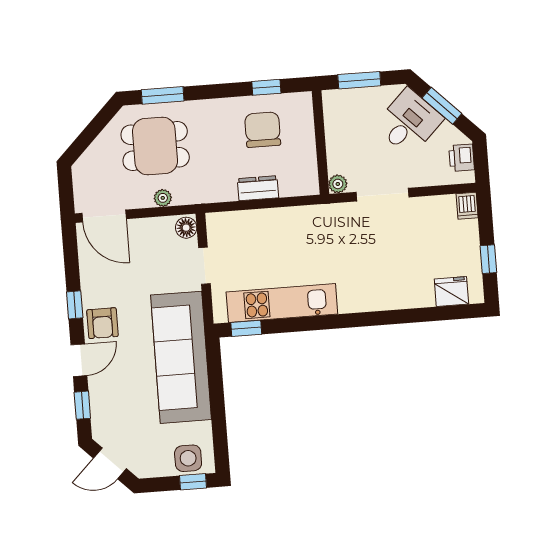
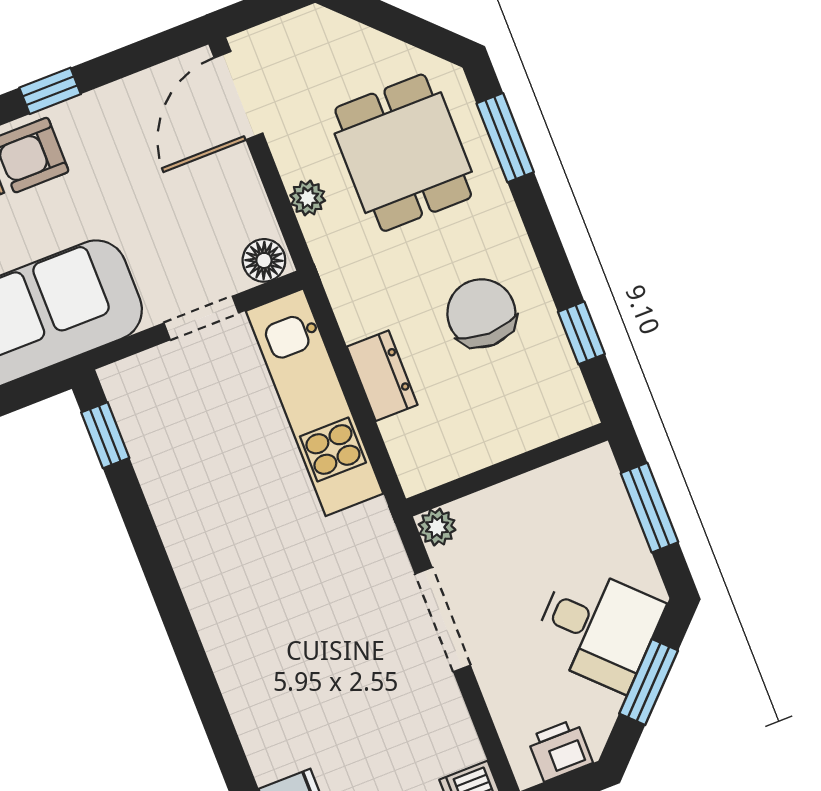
chair: (263, 130) -> (481, 313), moved, turned -90
kitchen unit: (282, 303) -> (315, 402), moved, turned 180

